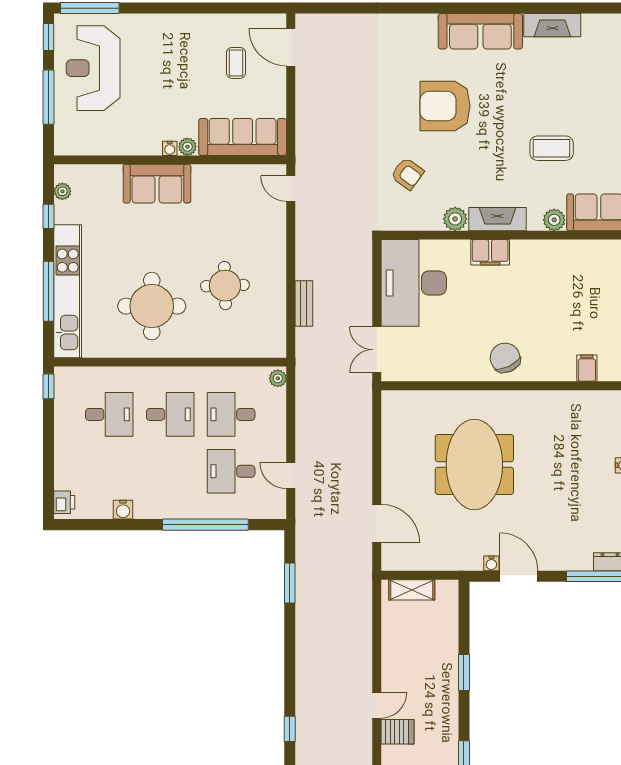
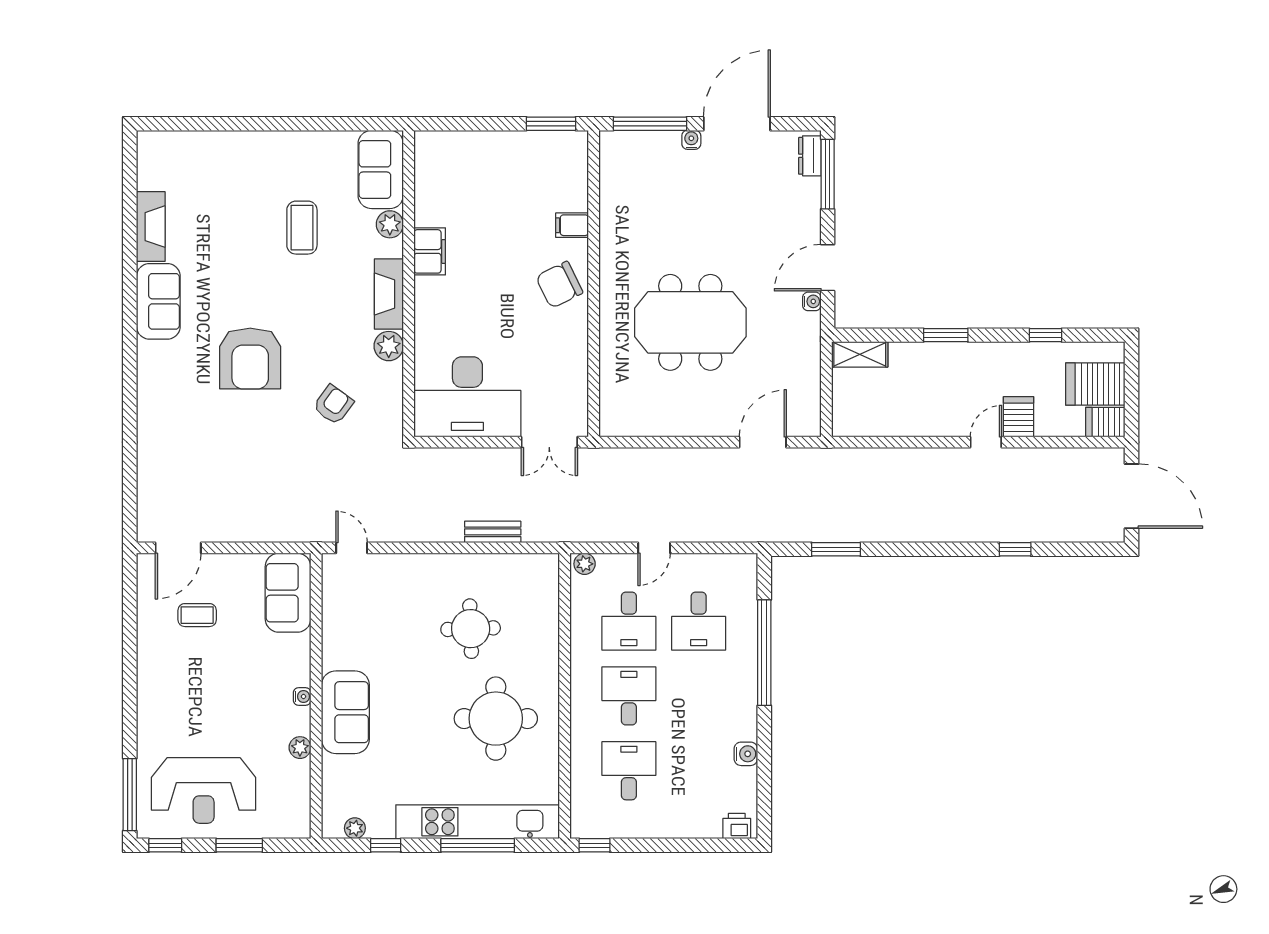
sofa: (480, 31) -> (158, 301), width x0.73
window: (49, 97) -> (239, 845), width x0.69
sofa: (243, 137) -> (288, 593), width x0.73
plant: (187, 147) -> (300, 748), moved
door: (291, 189) -> (352, 548), swing flipped
filing cabinet: (490, 252) -> (430, 251), moved
filing cabinet: (587, 368) -> (572, 225), moved
door: (291, 476) -> (654, 548), moved
shelving: (412, 590) -> (860, 354), moved, turned 90
door: (377, 705) -> (986, 442), hinge flipped

